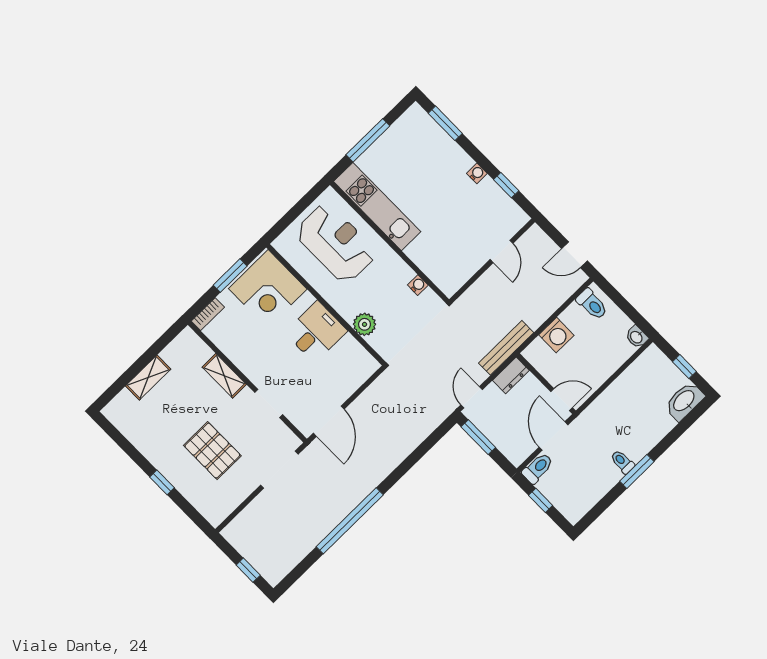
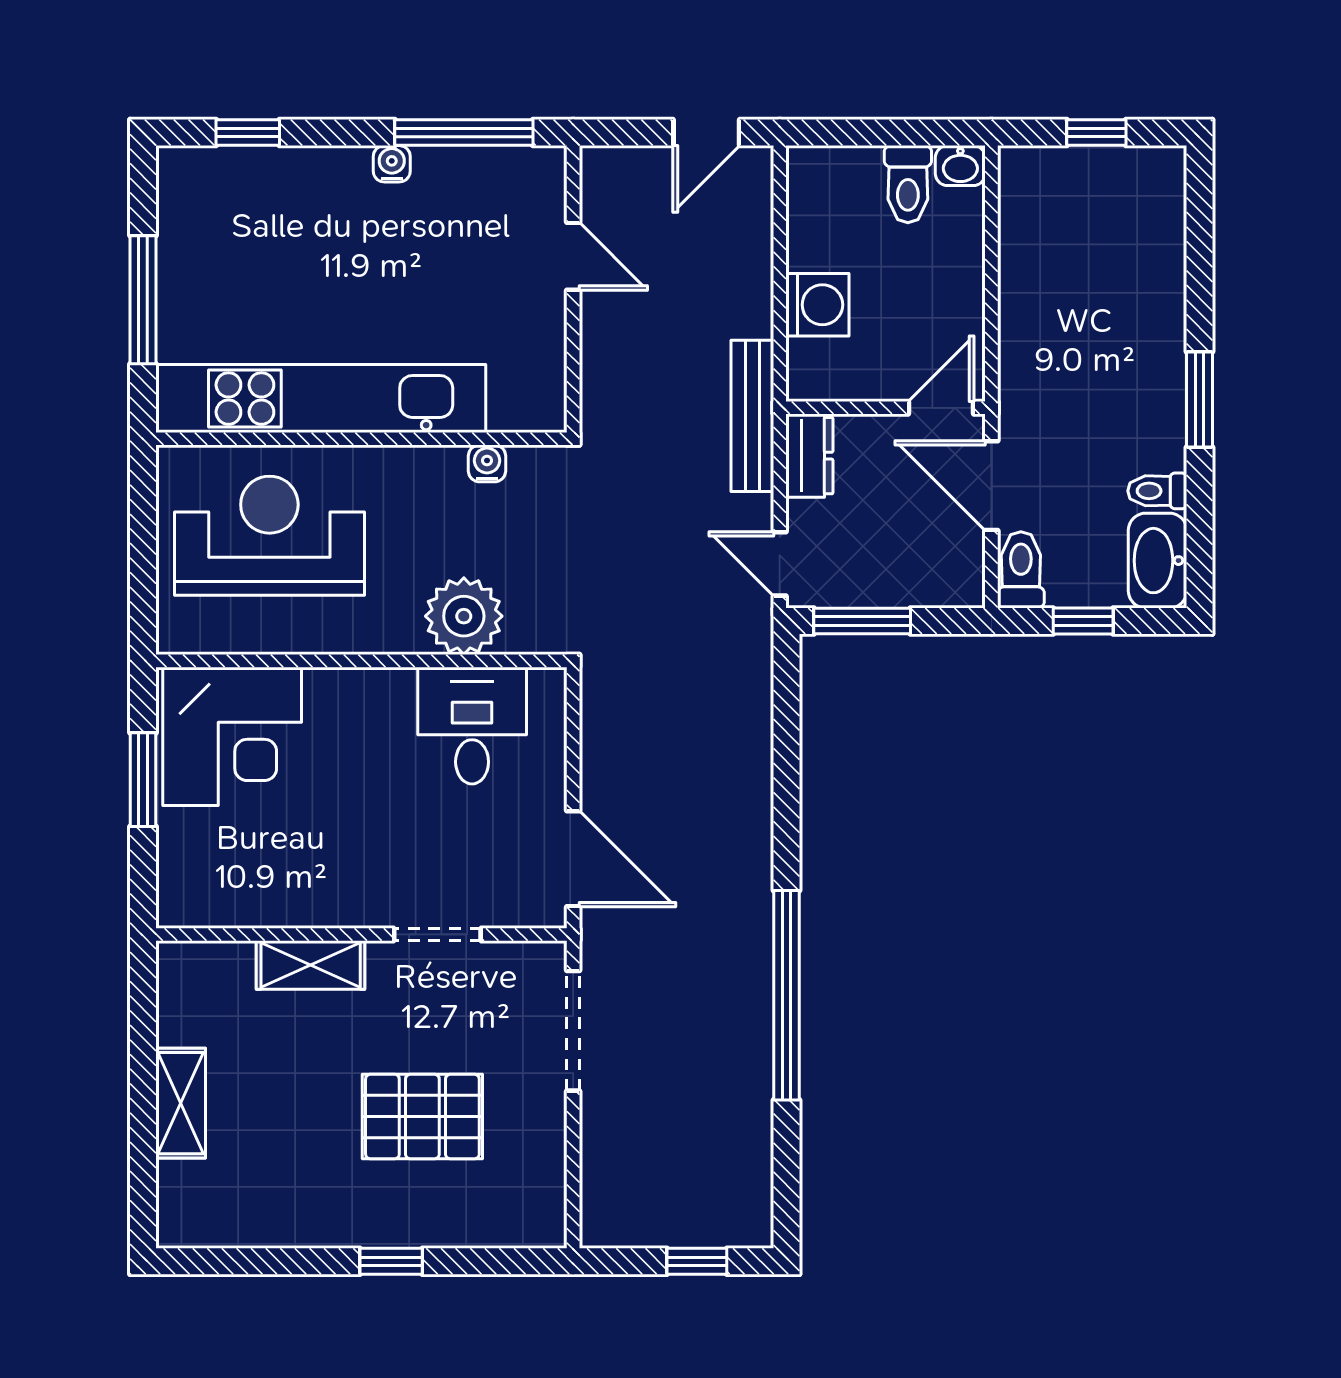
window: (445, 123) -> (248, 133), width x0.67
window: (506, 185) -> (464, 133), width x2.17
kitchen unit: (377, 207) -> (321, 399), width x1.36
toilet: (592, 304) -> (908, 184), moved, turned 90
bookcase: (208, 314) -> (173, 887), removed
plant: (365, 324) -> (464, 616), width x1.36, depth x1.36
desk: (316, 332) -> (472, 726), moved
washbasin: (684, 401) -> (1158, 561), moved
toilet: (622, 462) -> (1157, 491), moved

